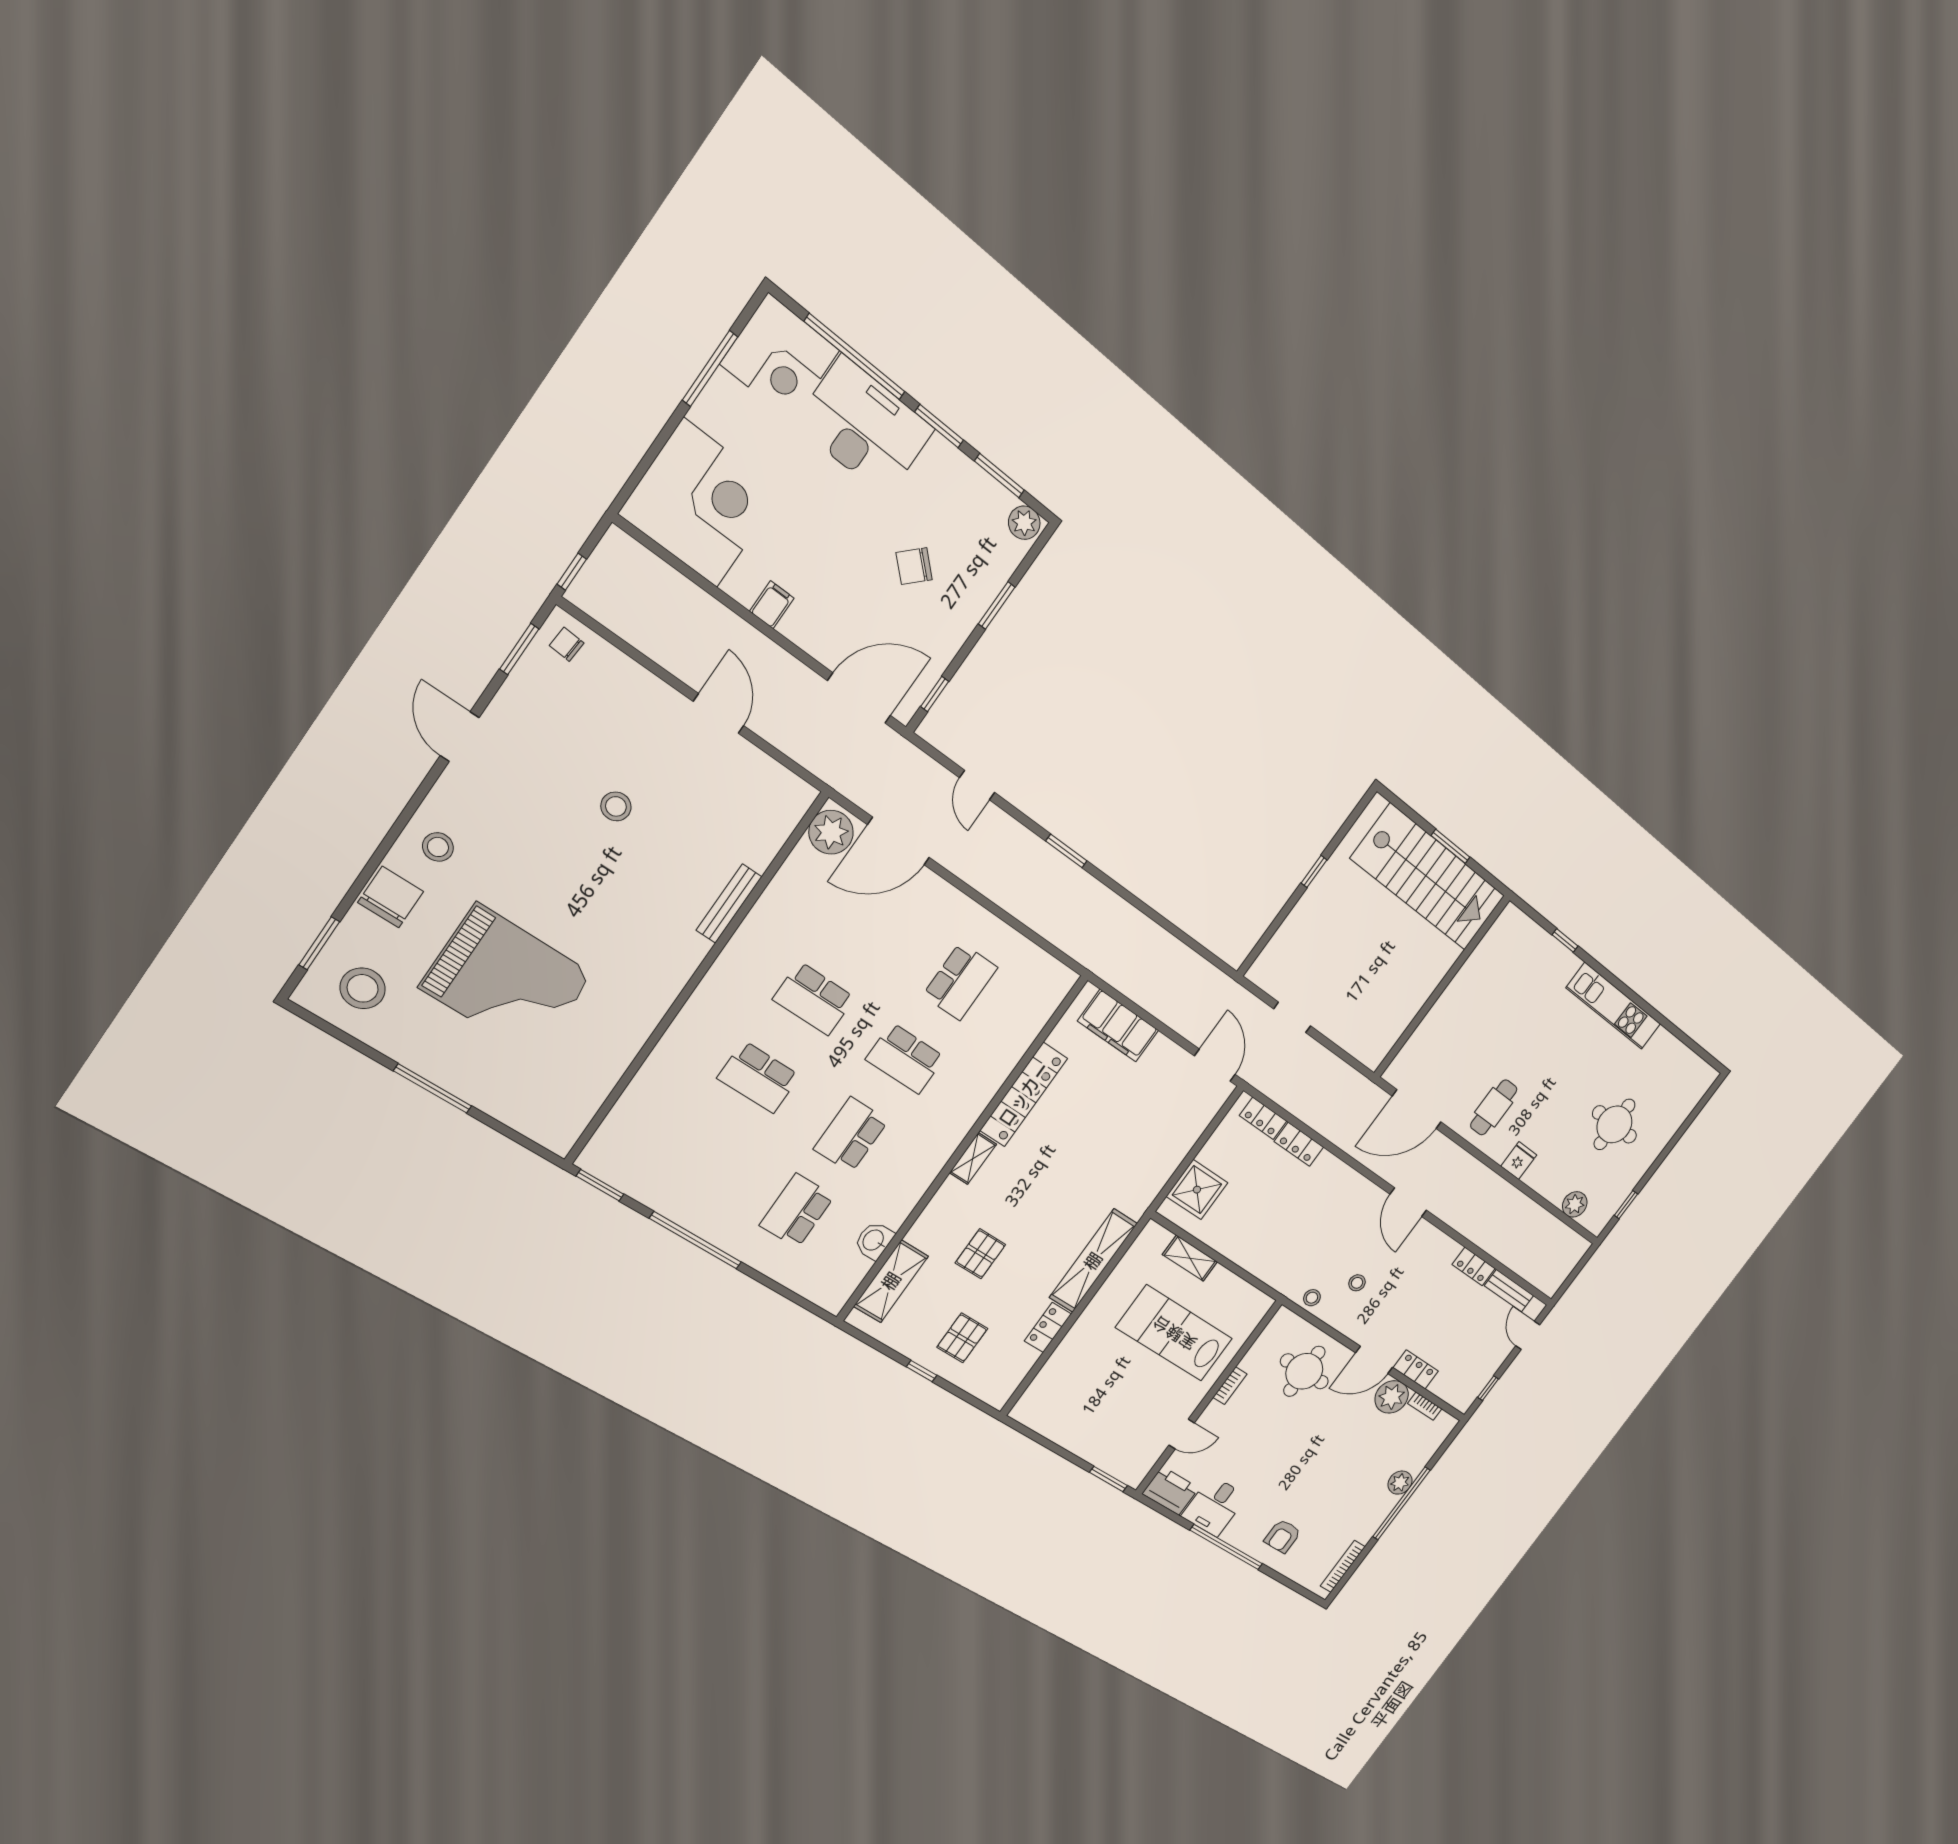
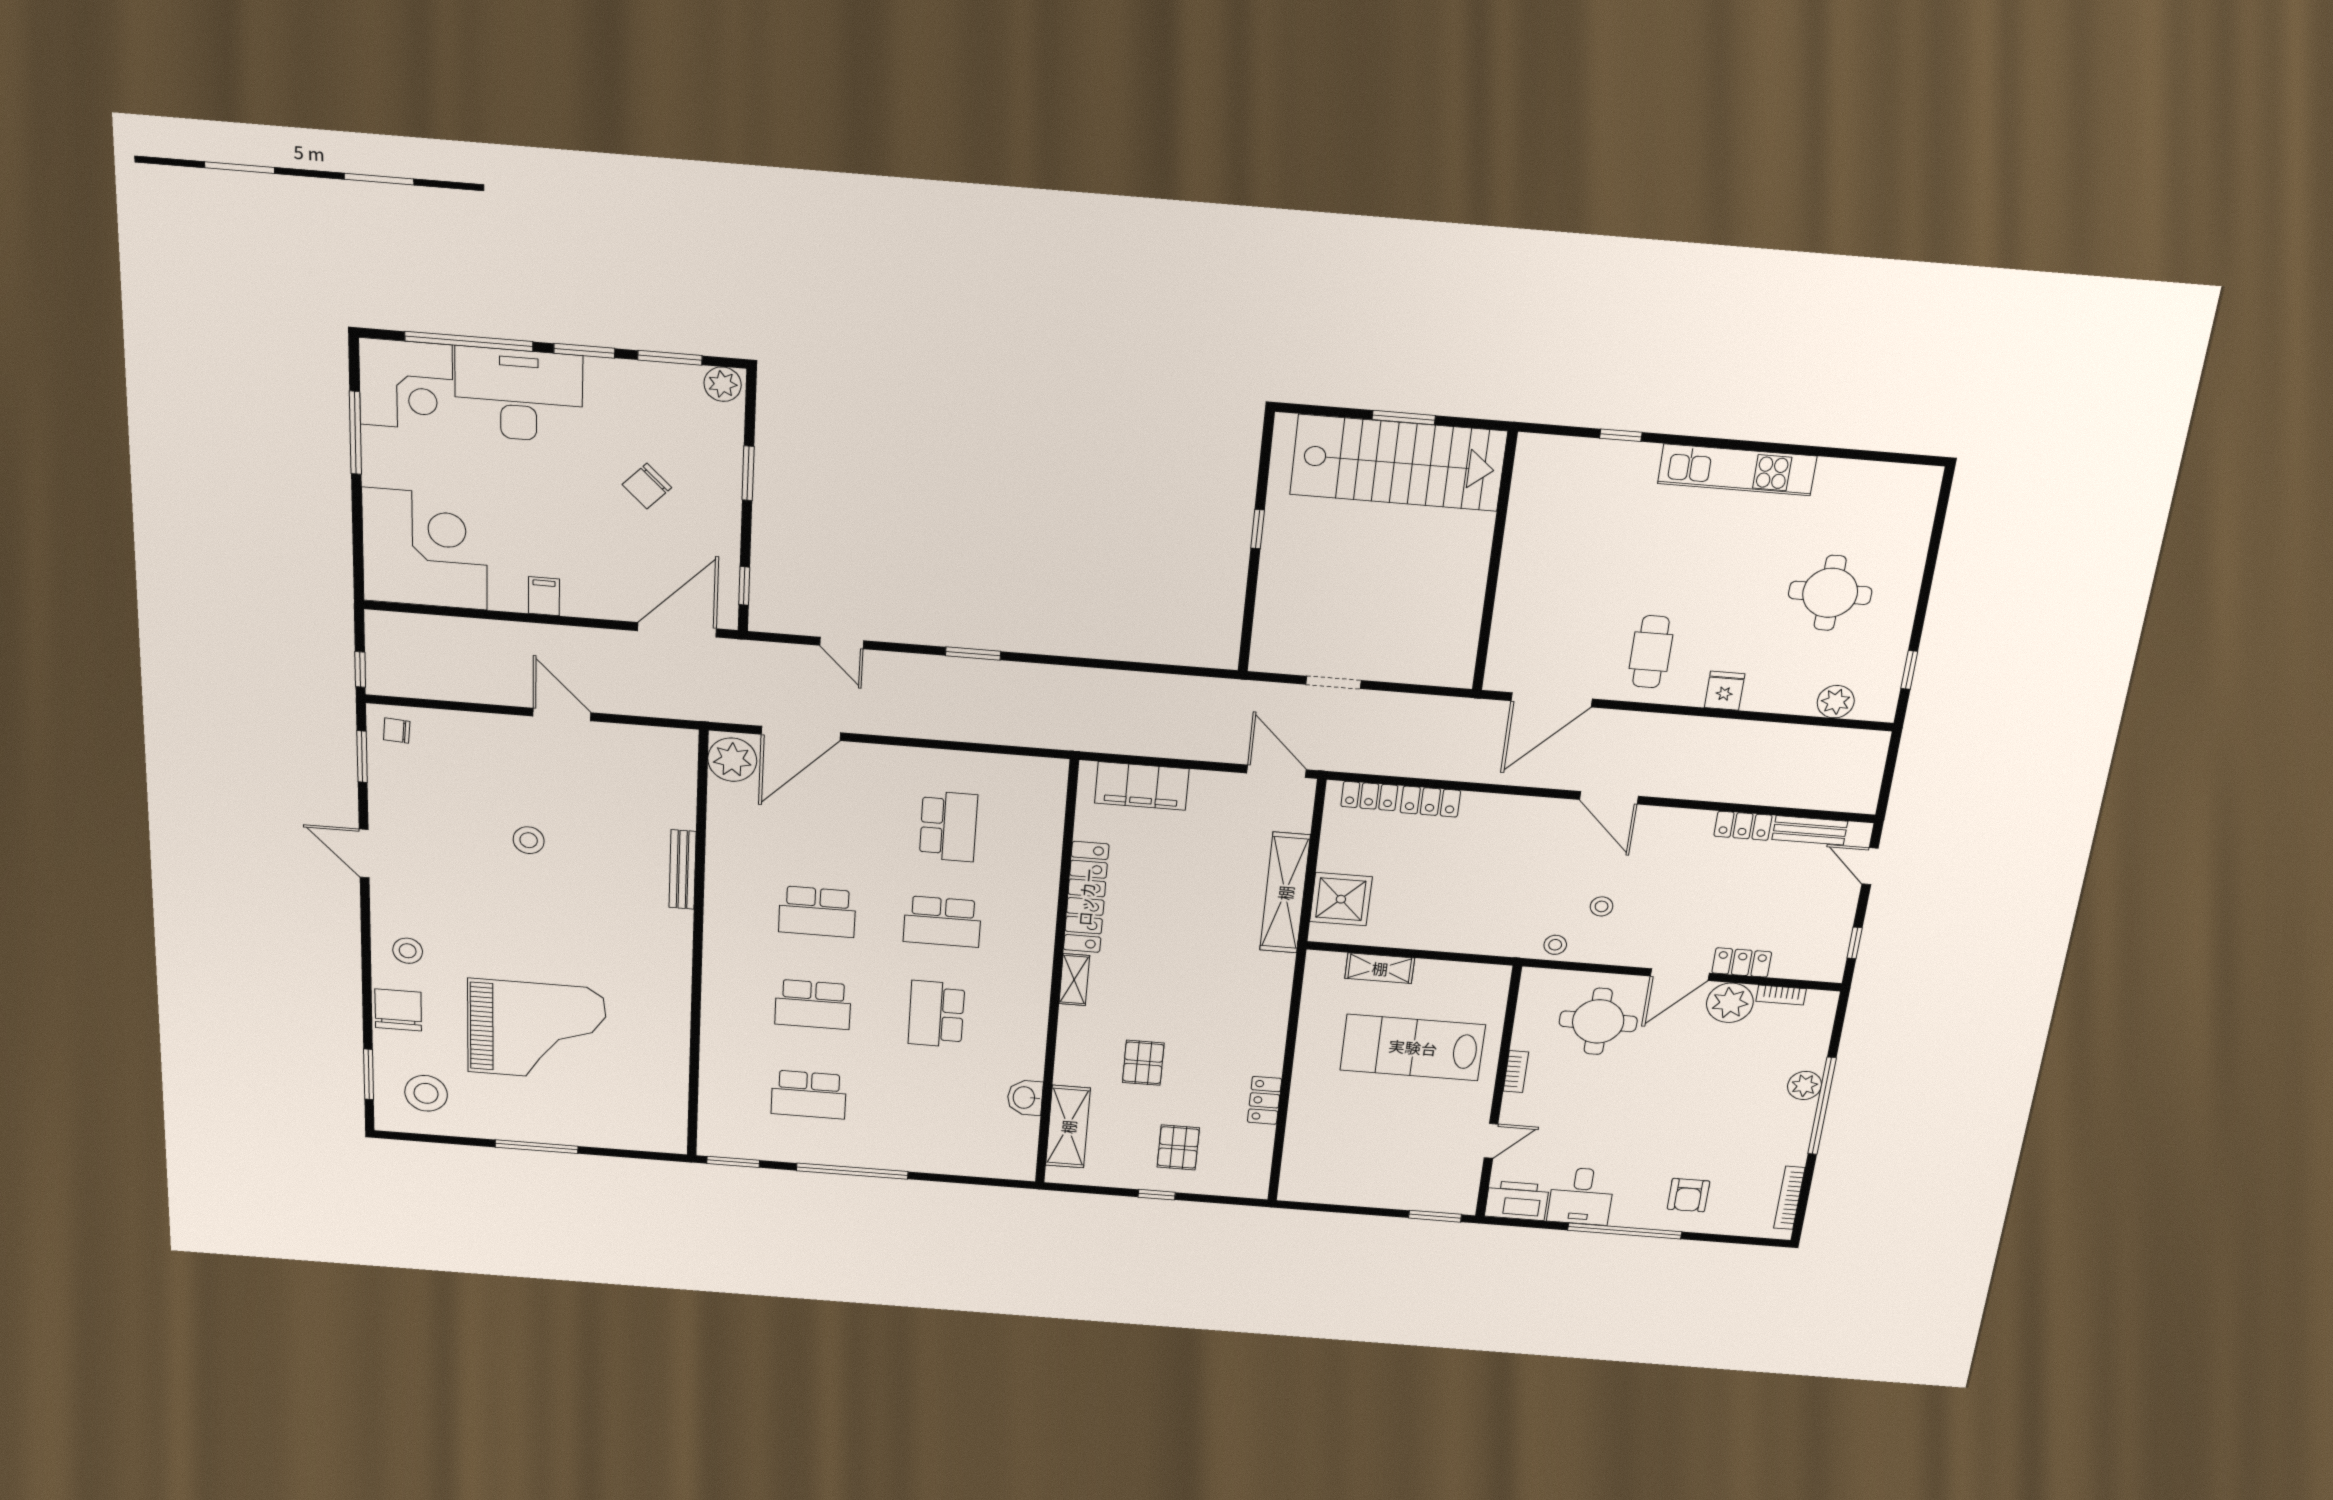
school desk: (797, 1211) -> (809, 1095), moved, turned -90
shelving: (1093, 1261) -> (1285, 893), moved

